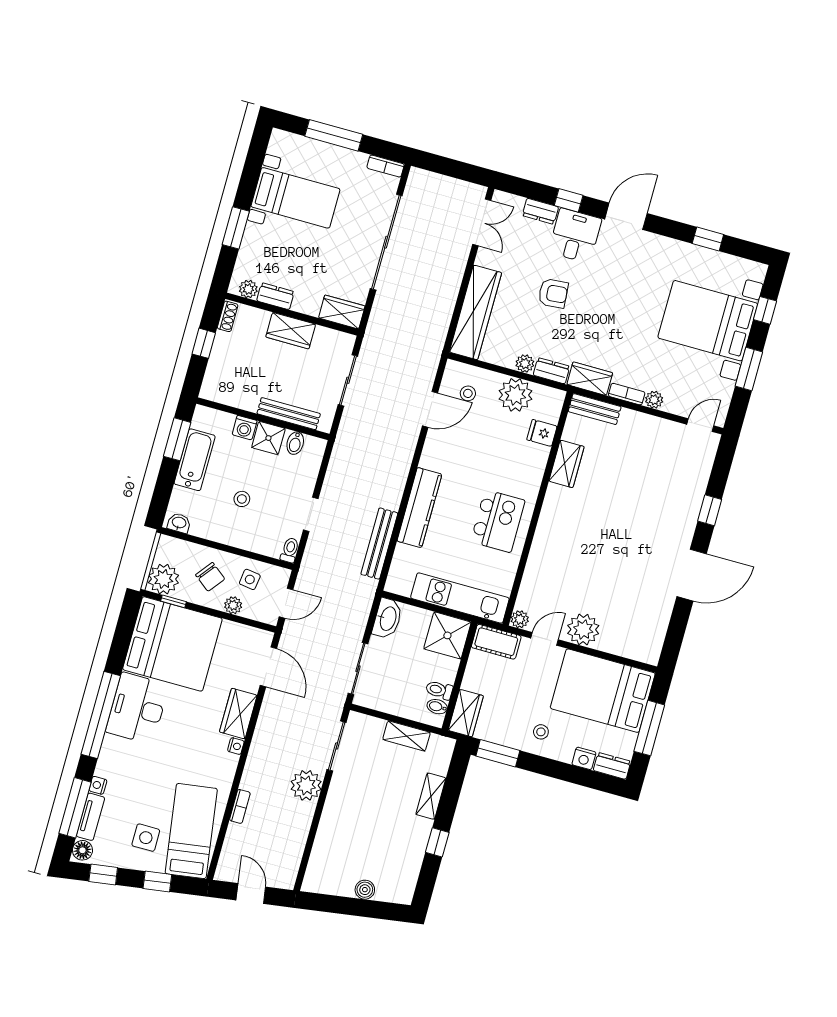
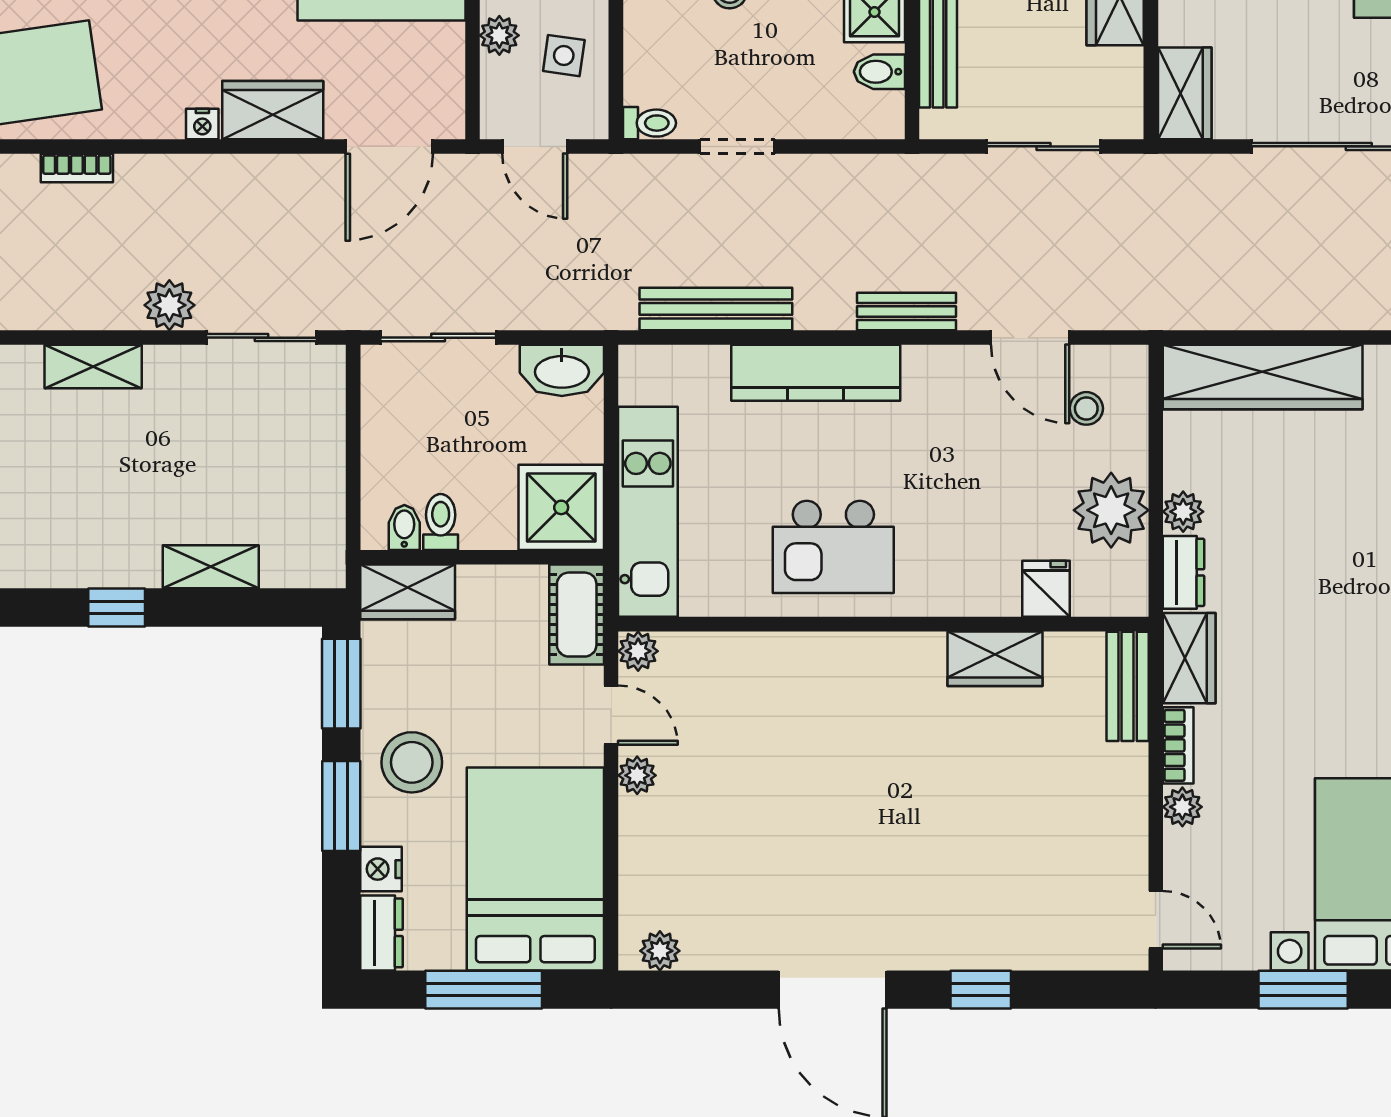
armchair: (553, 293) -> (1348, 530), removed
bench: (404, 460) -> (906, 311), added
plant: (583, 630) -> (637, 775), width x0.53, depth x0.53
plant: (654, 646) -> (660, 951), added
stool: (541, 732) -> (412, 762), width x1.89, depth x1.89
shelving: (406, 736) -> (93, 367), moved, turned 90
window: (552, 768) -> (341, 806), added
plant: (306, 785) -> (169, 305), width x0.73, depth x0.73

